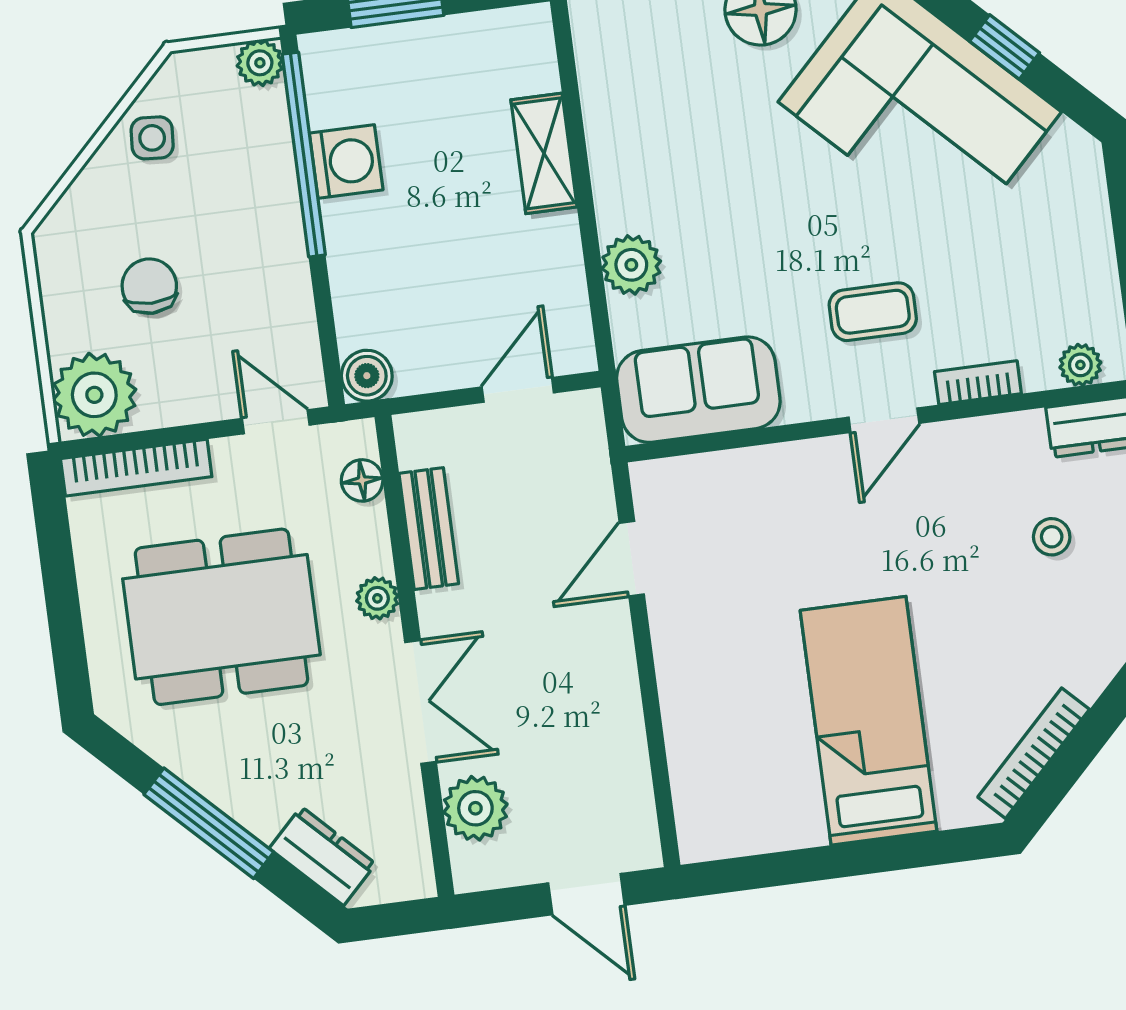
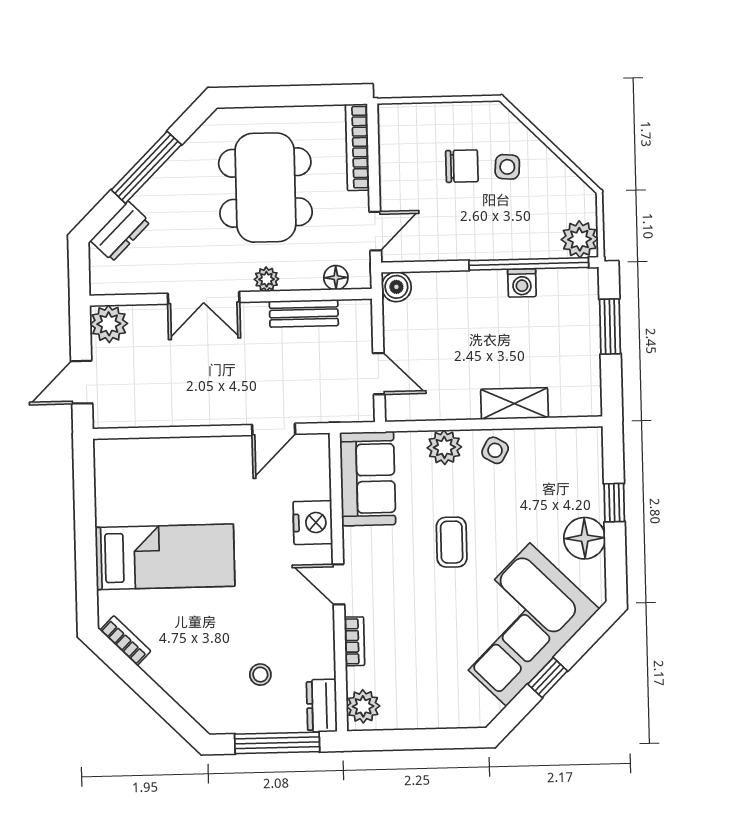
plant: (260, 63) -> (580, 239), width x1.38, depth x1.38
side table: (152, 138) -> (507, 167), moved
washing machine: (346, 162) -> (522, 283), width x0.73, depth x0.73
side table: (627, 178) -> (495, 450), added
coffee table: (873, 312) -> (452, 542), moved
plant: (1080, 365) -> (363, 706), width x1.38, depth x1.38
plant: (94, 395) -> (402, 127), removed
nightstand: (783, 475) -> (313, 523), added
door: (632, 559) -> (274, 429), swing flipped
bookcase: (1034, 753) -> (125, 641), width x0.64
plant: (475, 808) -> (109, 324), moved

